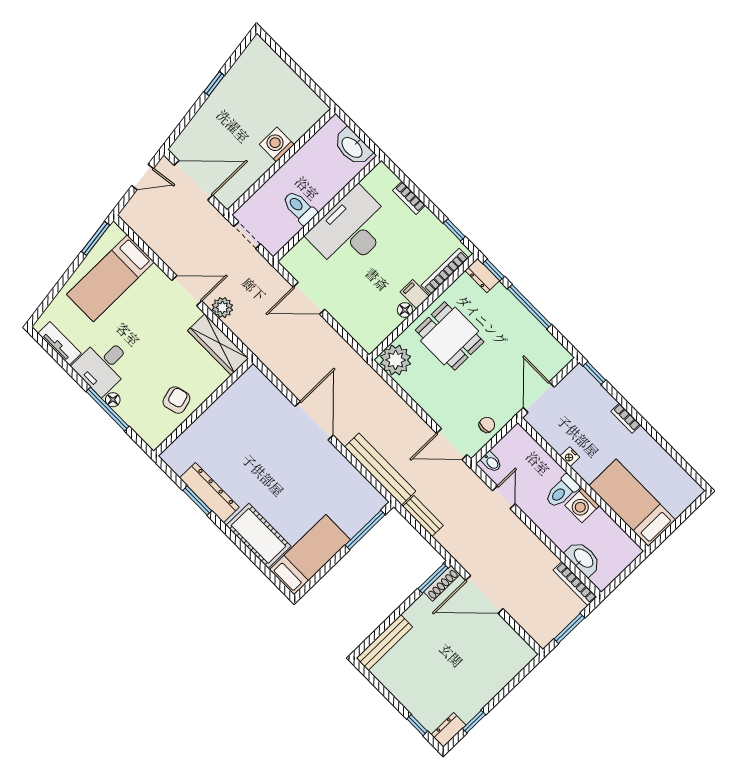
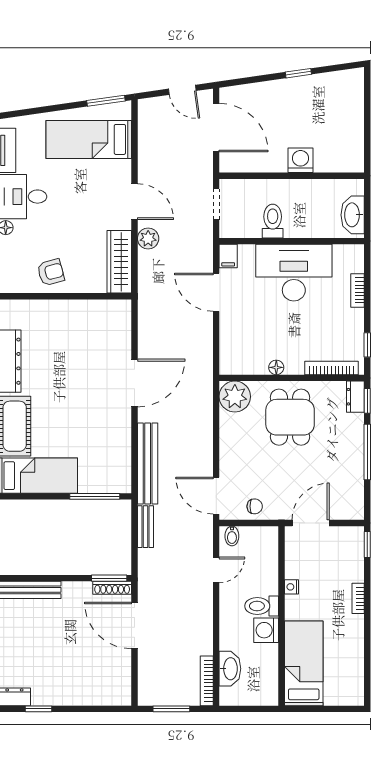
filing cabinet: (415, 294) -> (228, 256), moved, turned 180

